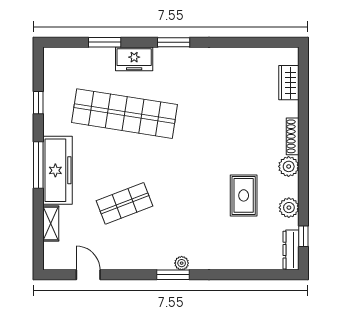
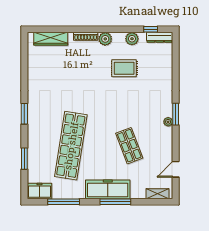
freezer: (134, 59) -> (39, 191), moved, turned -90
wardrobe: (289, 83) -> (51, 39), width x1.50
window: (38, 103) -> (64, 202), width x2.17
window: (38, 165) -> (115, 202), moved
shelving: (51, 223) -> (158, 194), moved
plant: (182, 263) -> (168, 122), moved

